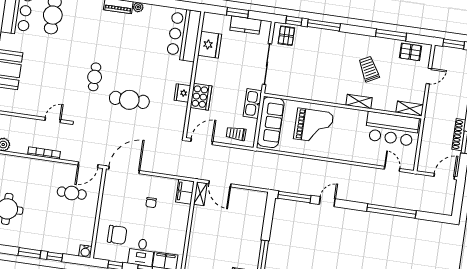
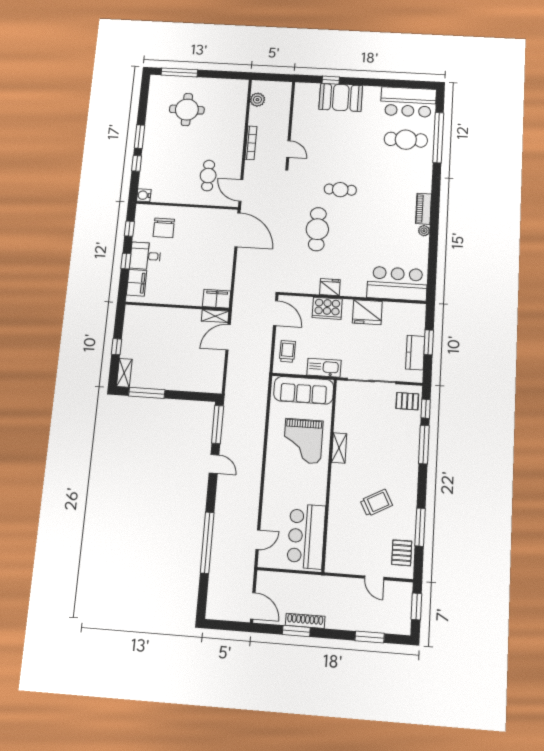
fridge: (210, 45) -> (367, 312), moved
shelving: (359, 101) -> (339, 448), moved
shelving: (410, 108) -> (333, 557), removed
chair: (151, 203) -> (202, 262), removed

